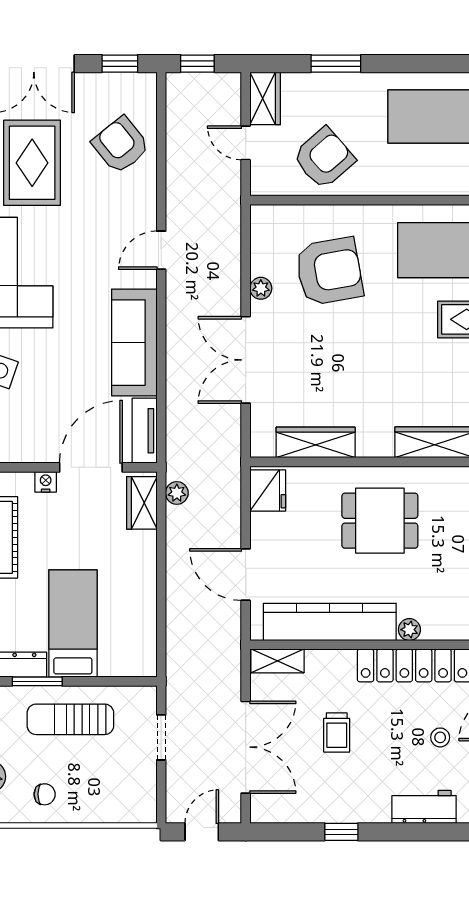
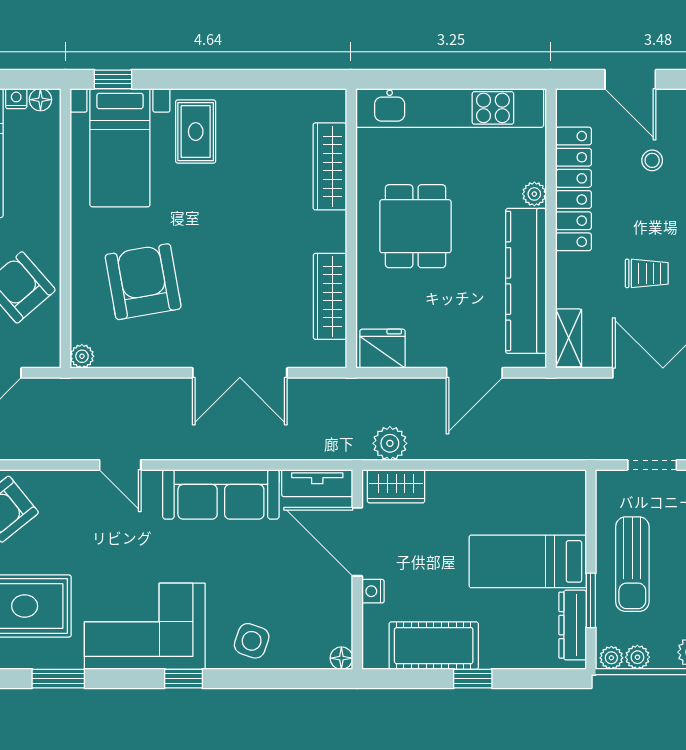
plant: (261, 288) -> (82, 356), moved
plant: (177, 493) -> (390, 443), width x1.38, depth x1.38

